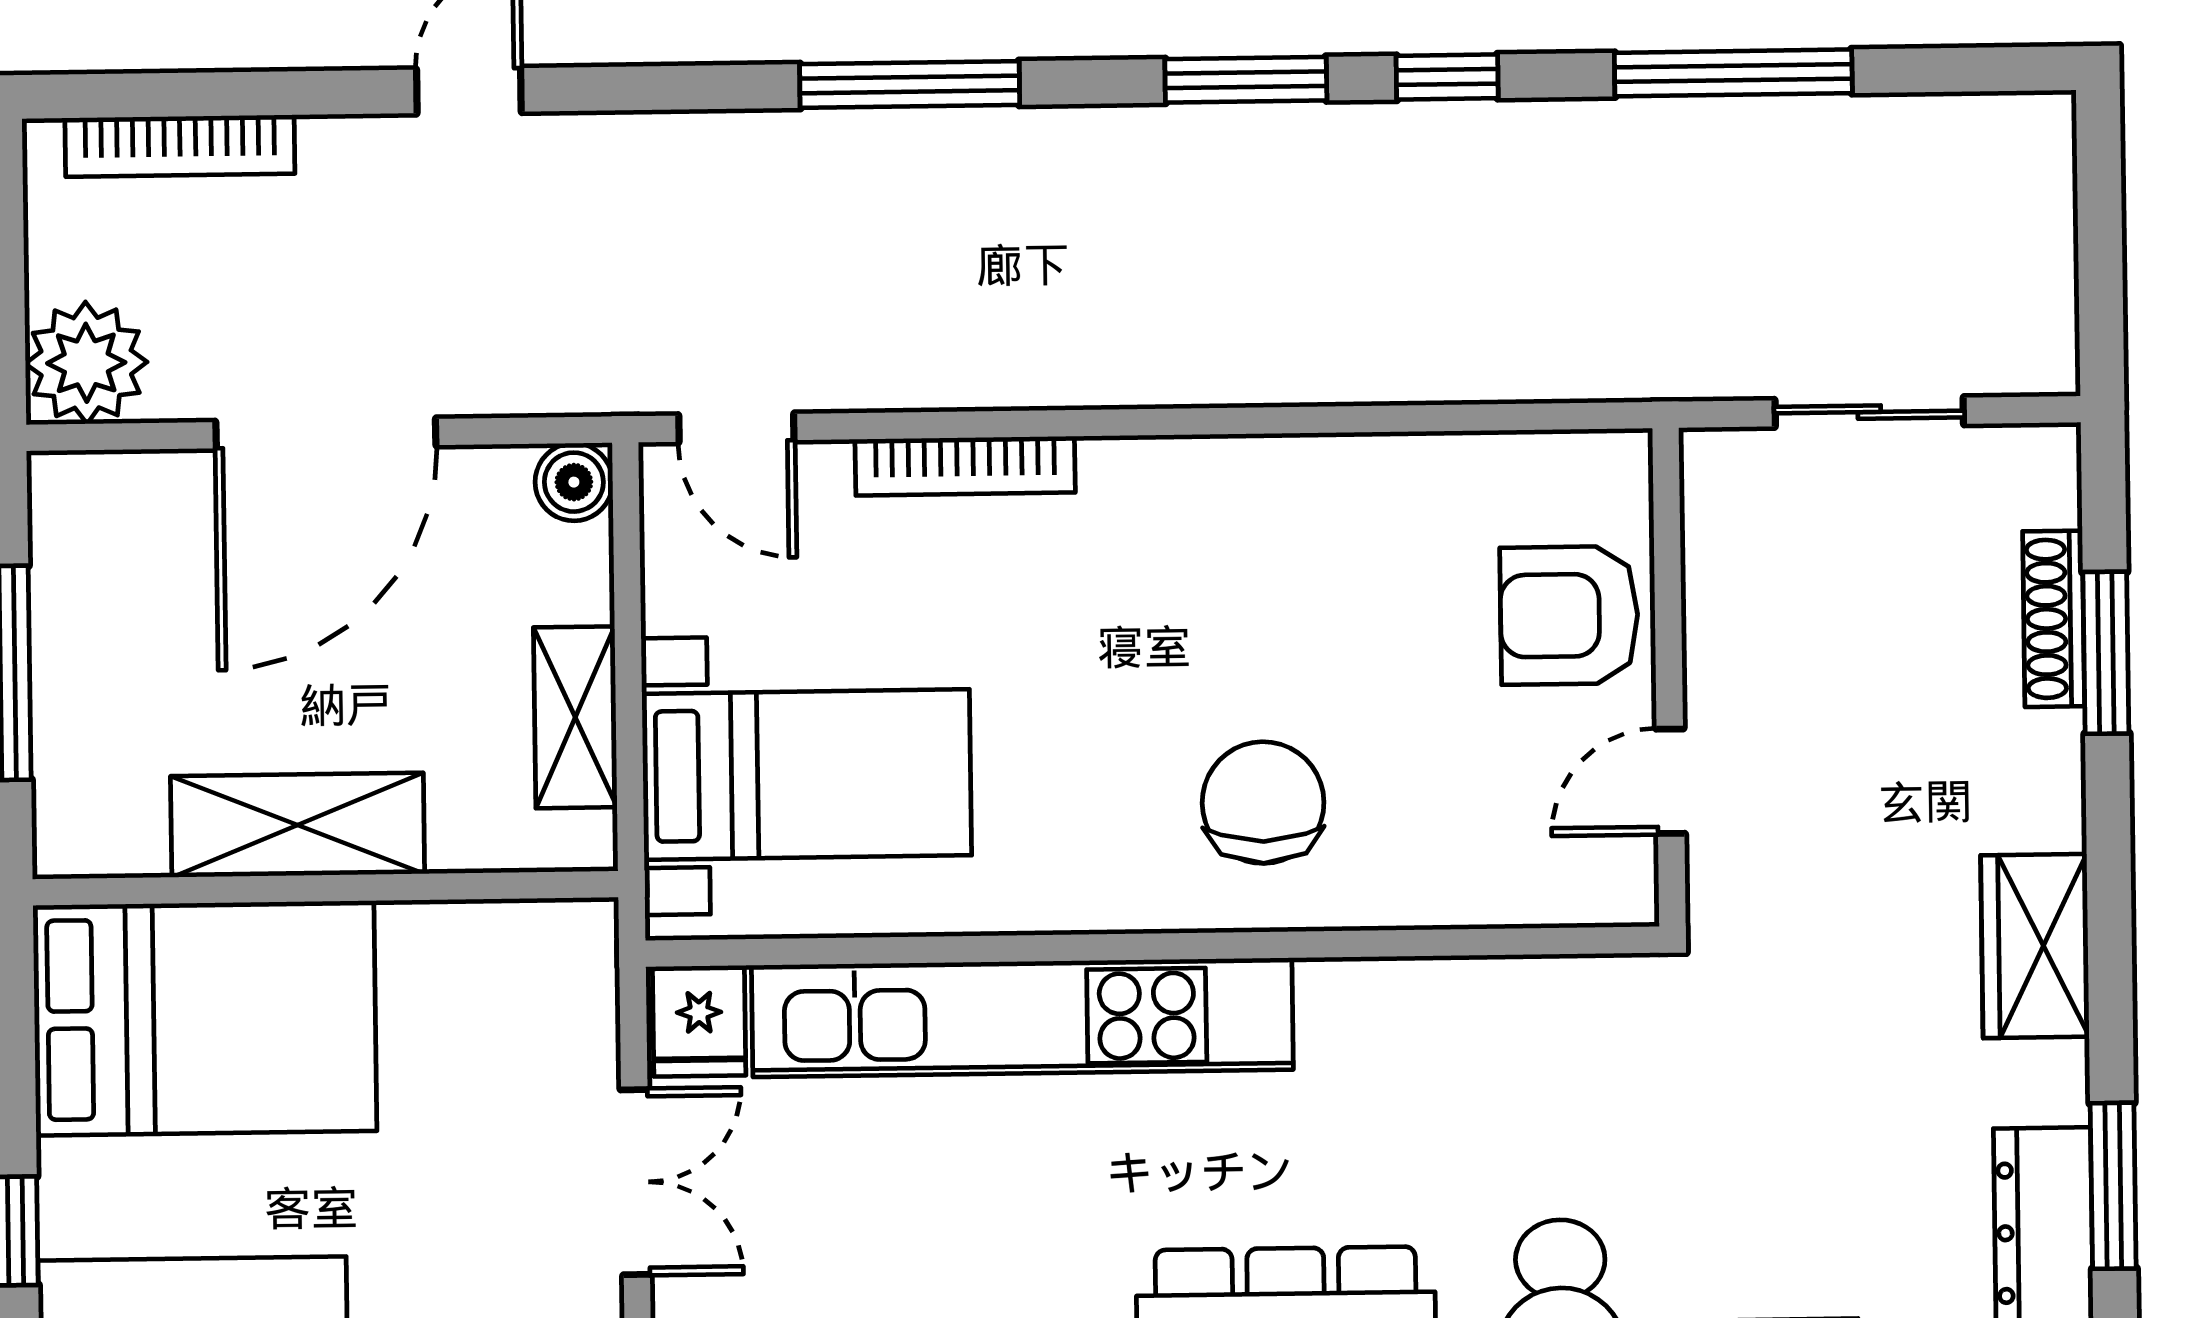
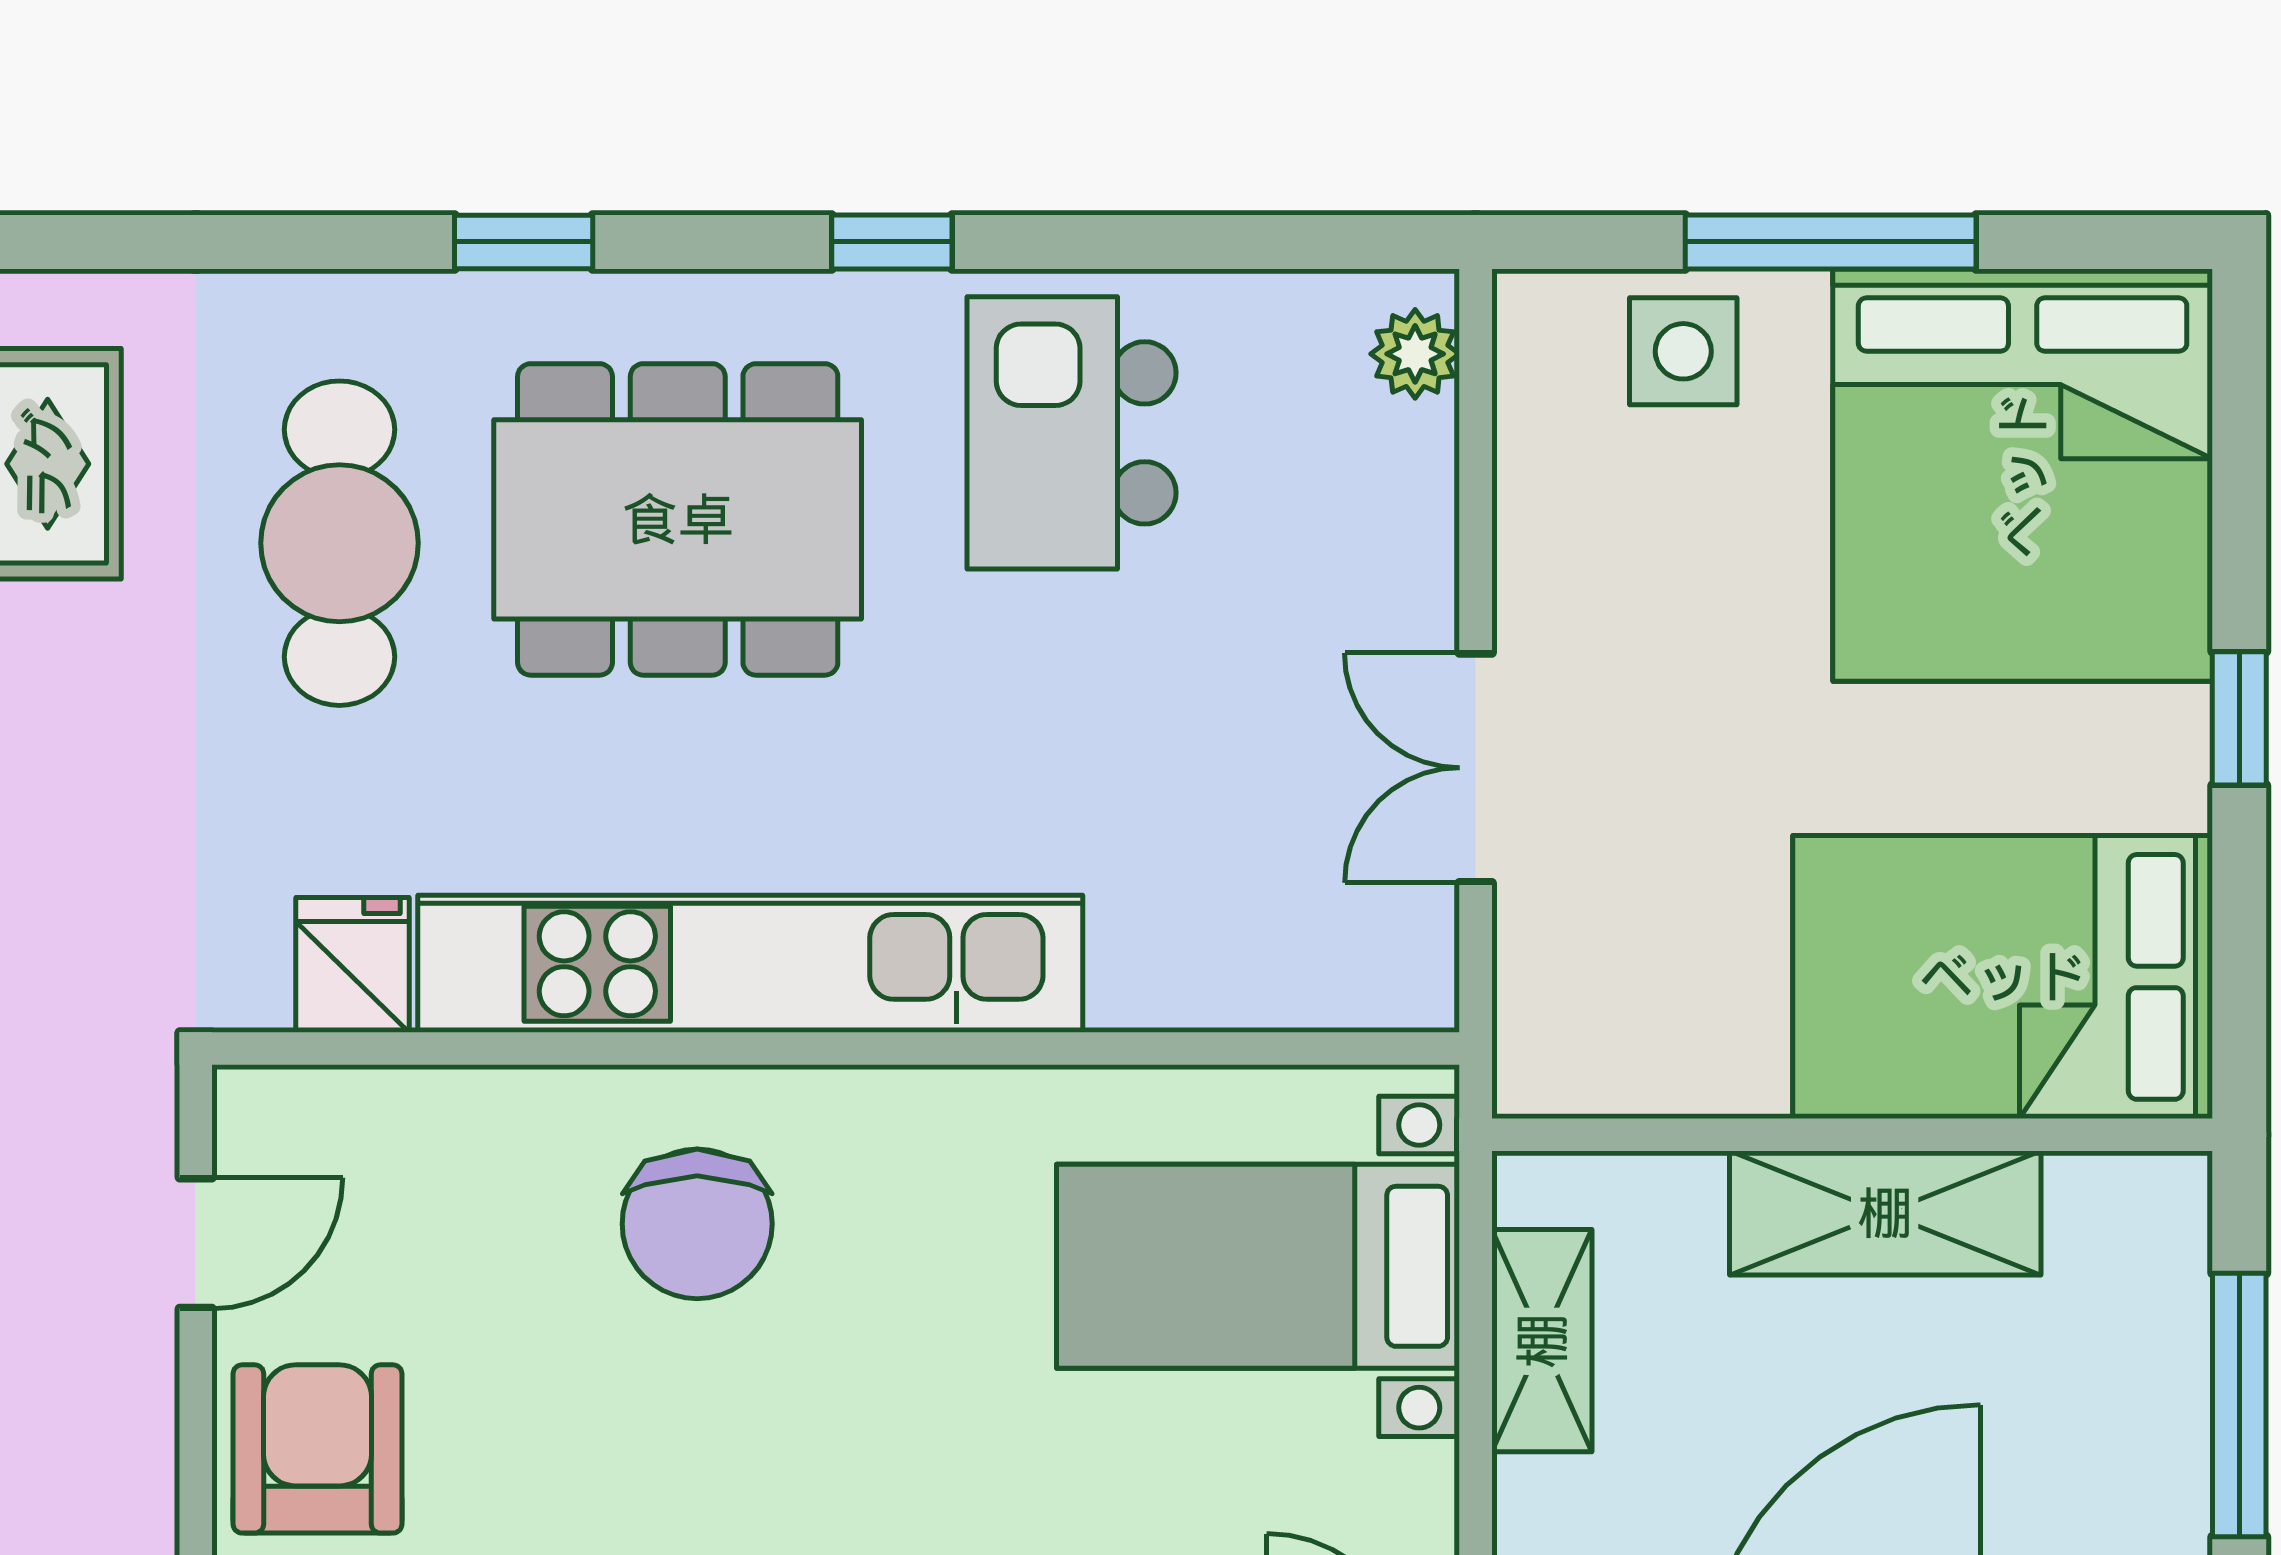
armchair: (1569, 615) -> (317, 1449), turned -90
kitchen unit: (1022, 1017) -> (750, 964), moved
fridge: (699, 1021) -> (353, 965), moved

